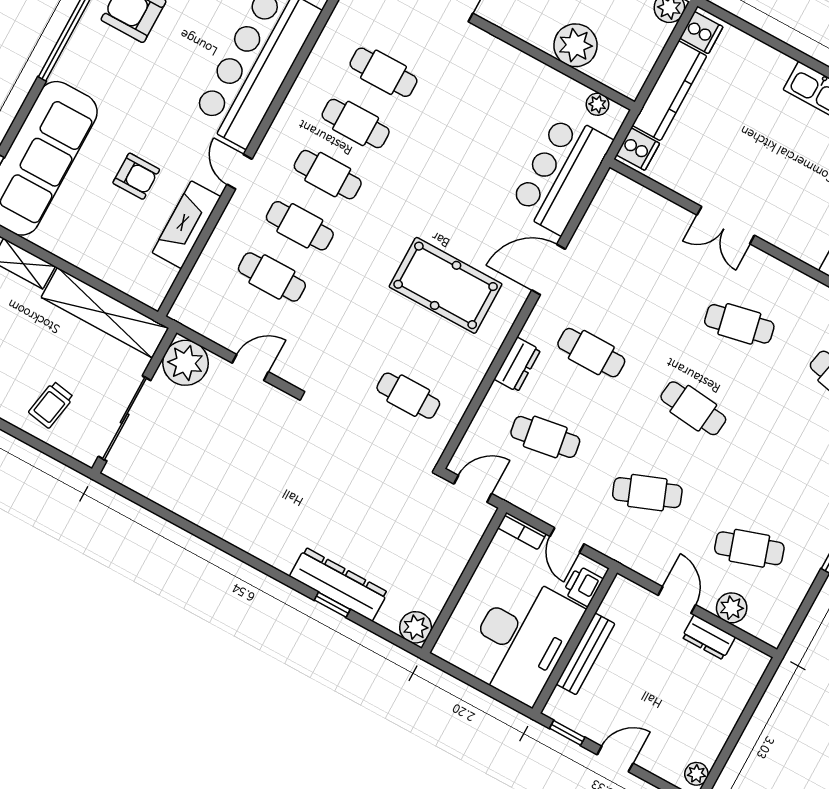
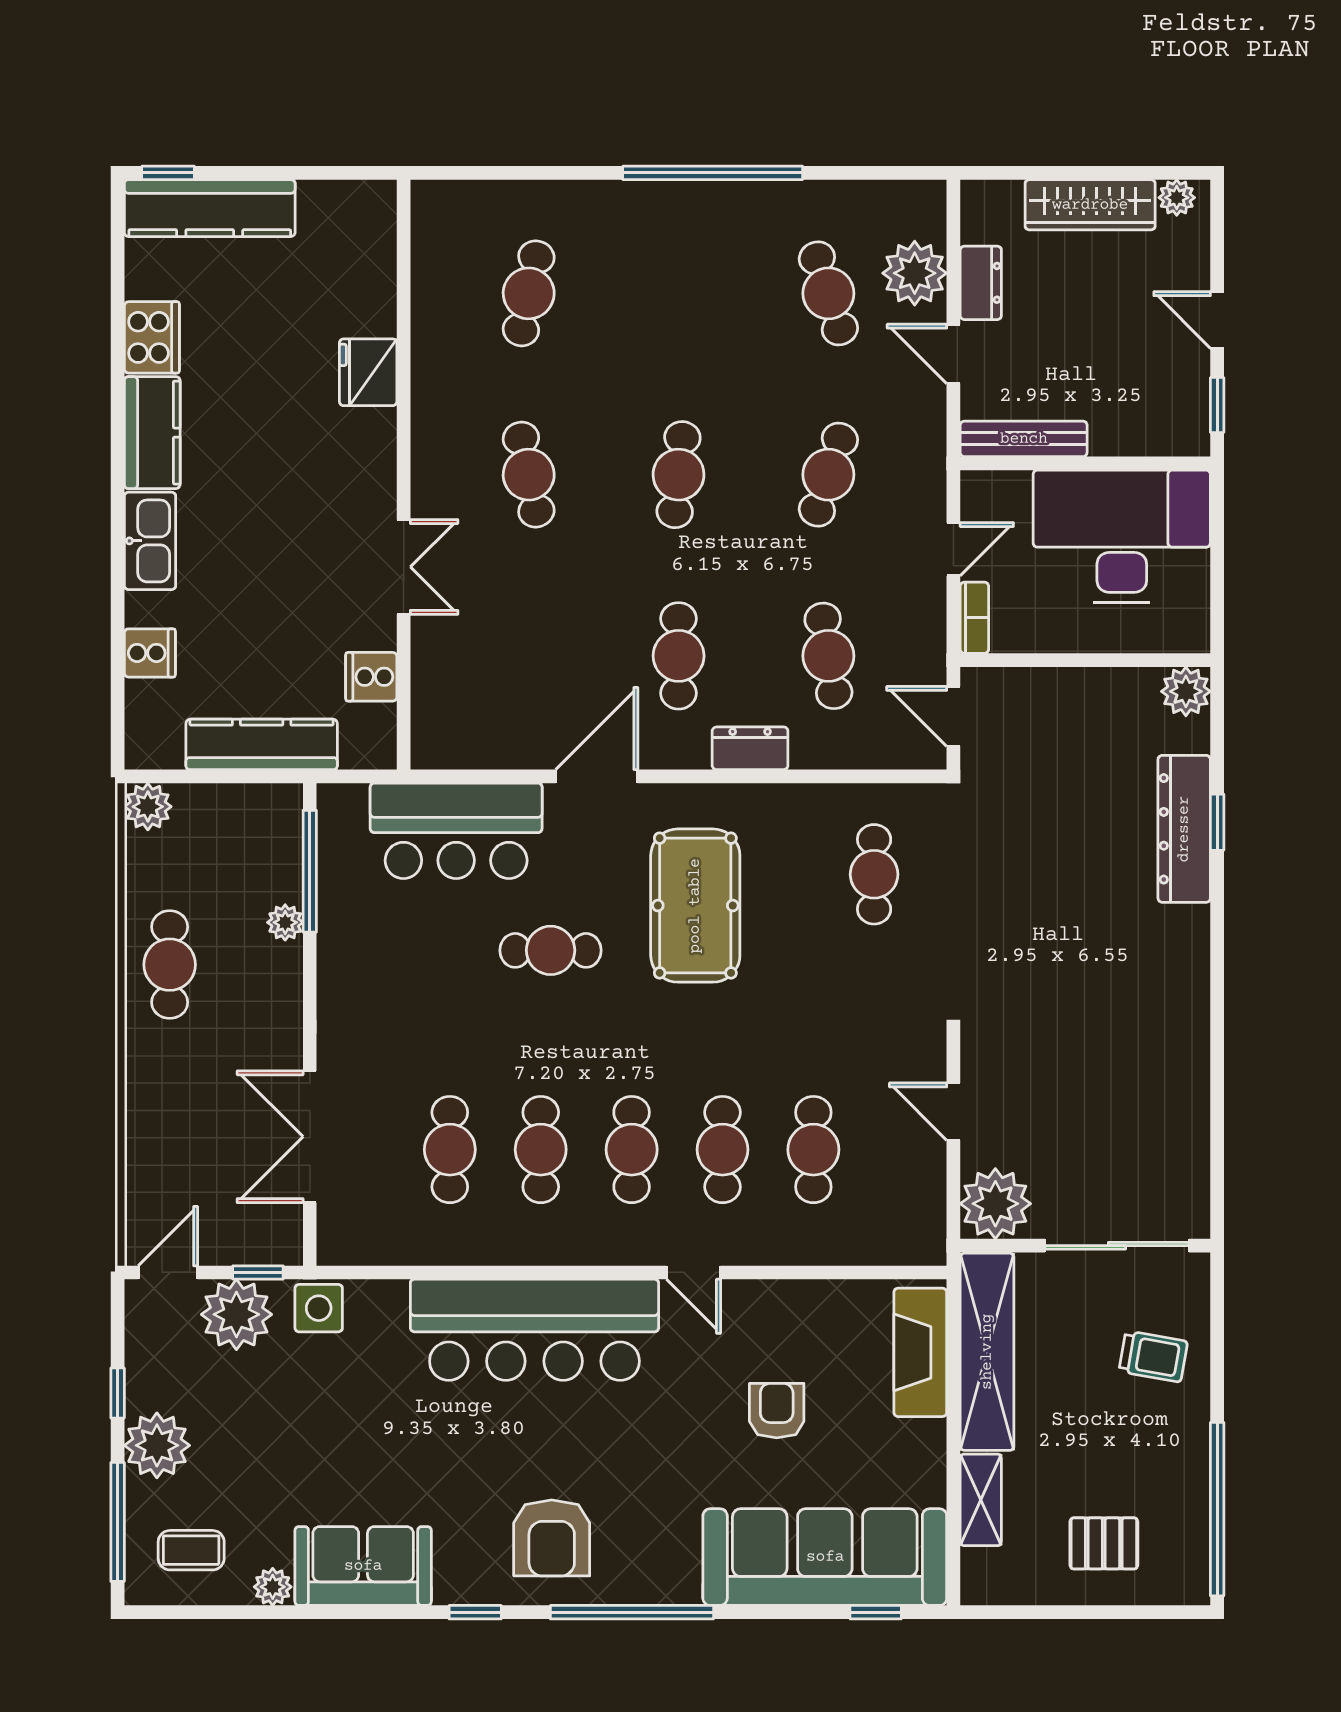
cooker: (701, 33) -> (150, 653), moved, turned 90
plant: (576, 45) -> (285, 922), width x0.53, depth x0.53
window: (583, 79) -> (310, 871), added
plant: (598, 104) -> (334, 833), removed
cooker: (638, 149) -> (371, 677), moved, turned -90
door: (240, 172) -> (693, 1272), hinge flipped
cafe table: (465, 190) -> (551, 950), added
fireplace: (186, 225) -> (920, 1352), moved, turned 90
door: (549, 270) -> (597, 776), swing flipped
cafe table: (647, 493) -> (828, 475), turned 39
printer: (583, 586) -> (1004, 493), removed
door: (677, 600) -> (953, 354), hinge flipped
plant: (732, 608) -> (915, 273), width x1.36, depth x1.36
bench: (585, 654) -> (1024, 439), moved
wardrobe: (719, 723) -> (1090, 205), added

